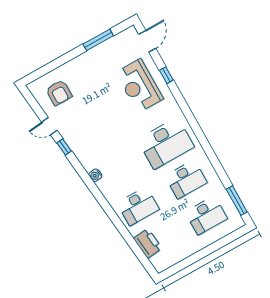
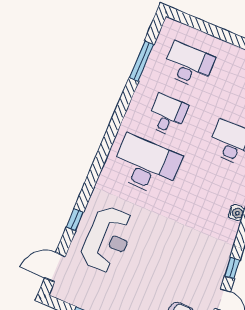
desk: (186, 179) -> (167, 115), width x0.73
window: (237, 201) -> (141, 61), moved

